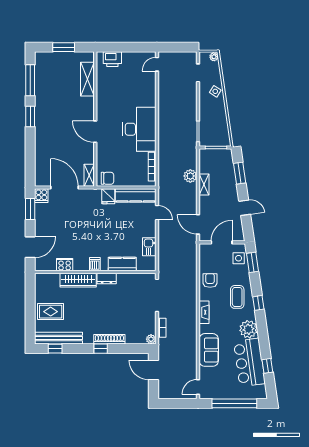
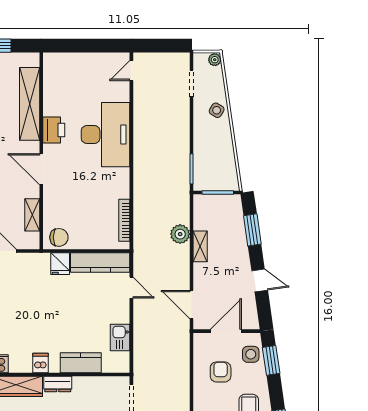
printer: (112, 59) -> (54, 130), moved, turned -90
shelving: (87, 79) -> (30, 104), width x1.47
desk: (139, 129) -> (106, 135), moved
shelving: (89, 175) -> (32, 215), moved
armchair: (210, 280) -> (221, 372), moved

